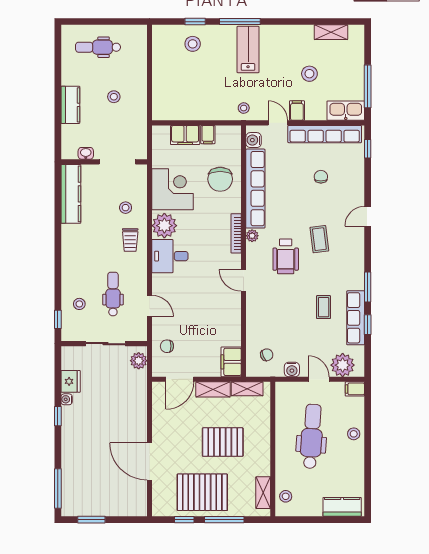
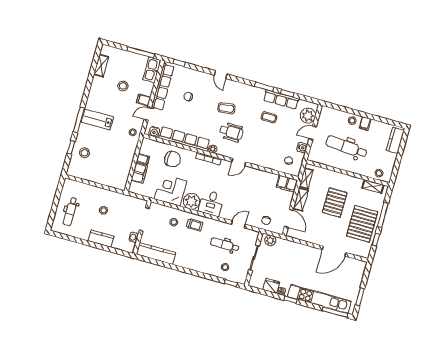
filing cabinet: (355, 389) -> (365, 123), moved
kitchen unit: (71, 459) -> (319, 299), added

